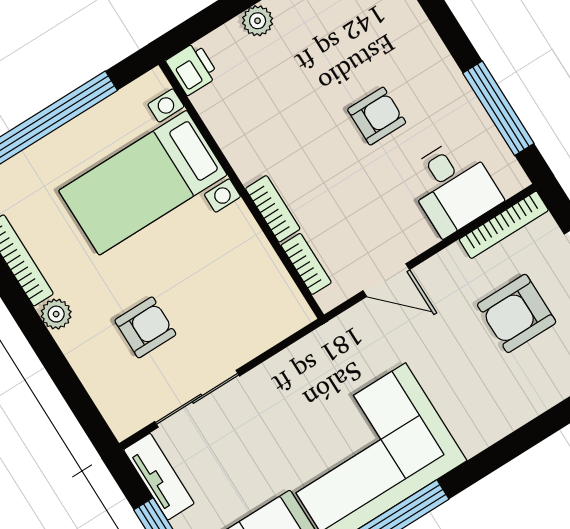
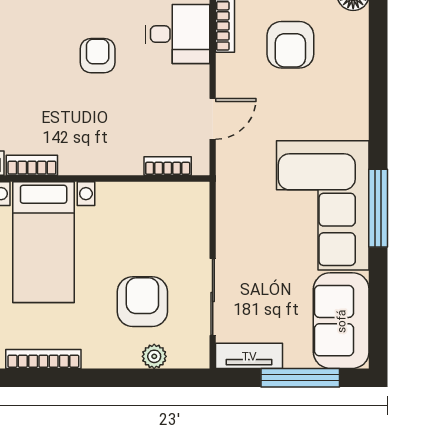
bookcase: (273, 209) -> (32, 165), moved
plant: (56, 314) -> (154, 356), moved
armchair: (145, 327) -> (142, 302), width x1.38, depth x1.38

